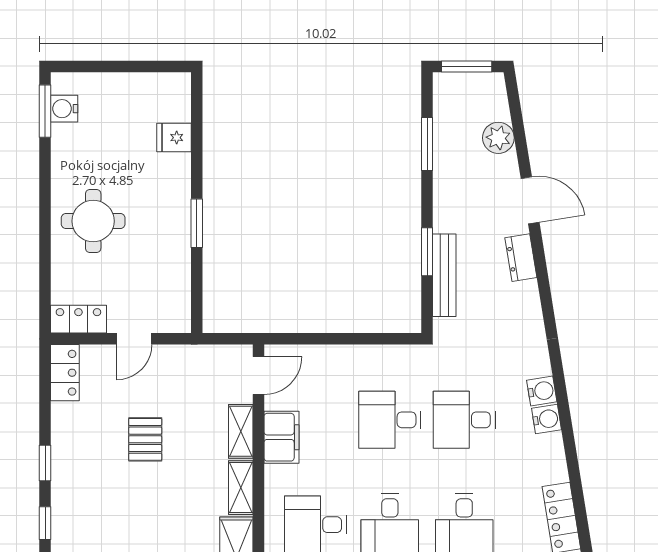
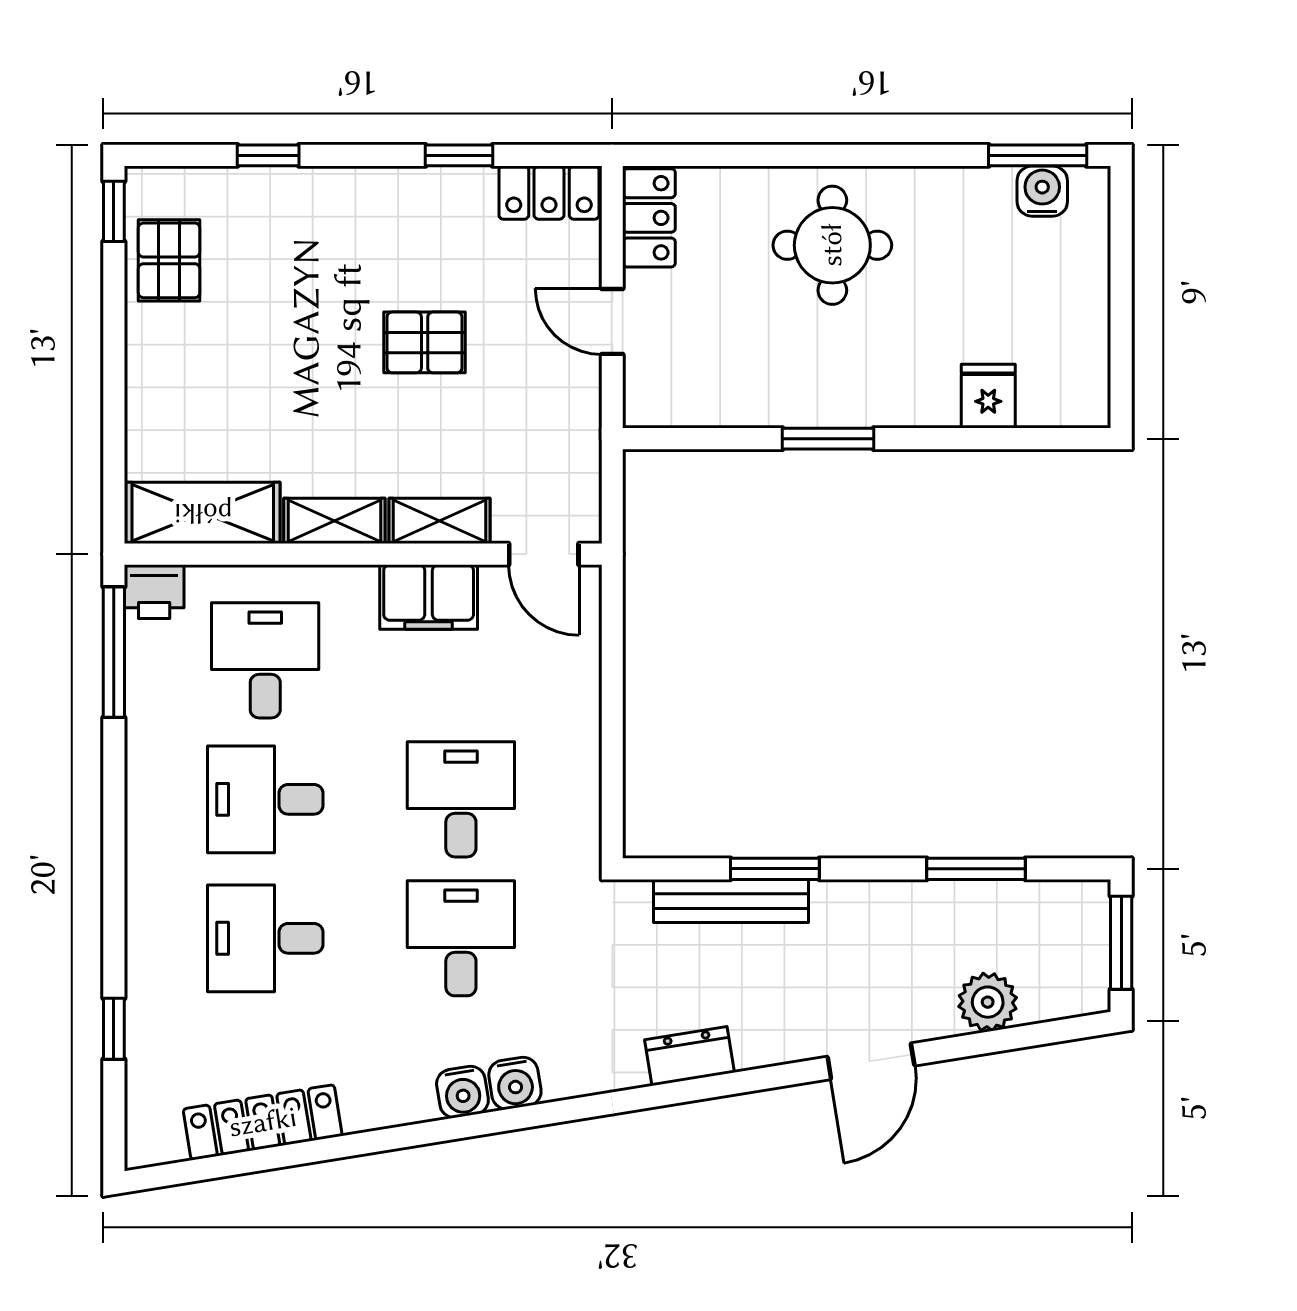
dresser: (521, 258) -> (690, 1056), moved
window: (45, 463) -> (459, 155), moved

